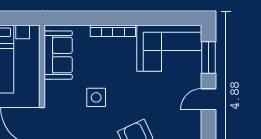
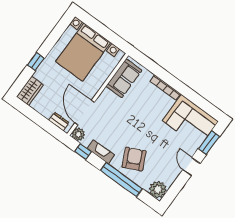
side table: (96, 97) -> (128, 118), removed
door: (208, 99) -> (191, 167), hinge flipped

